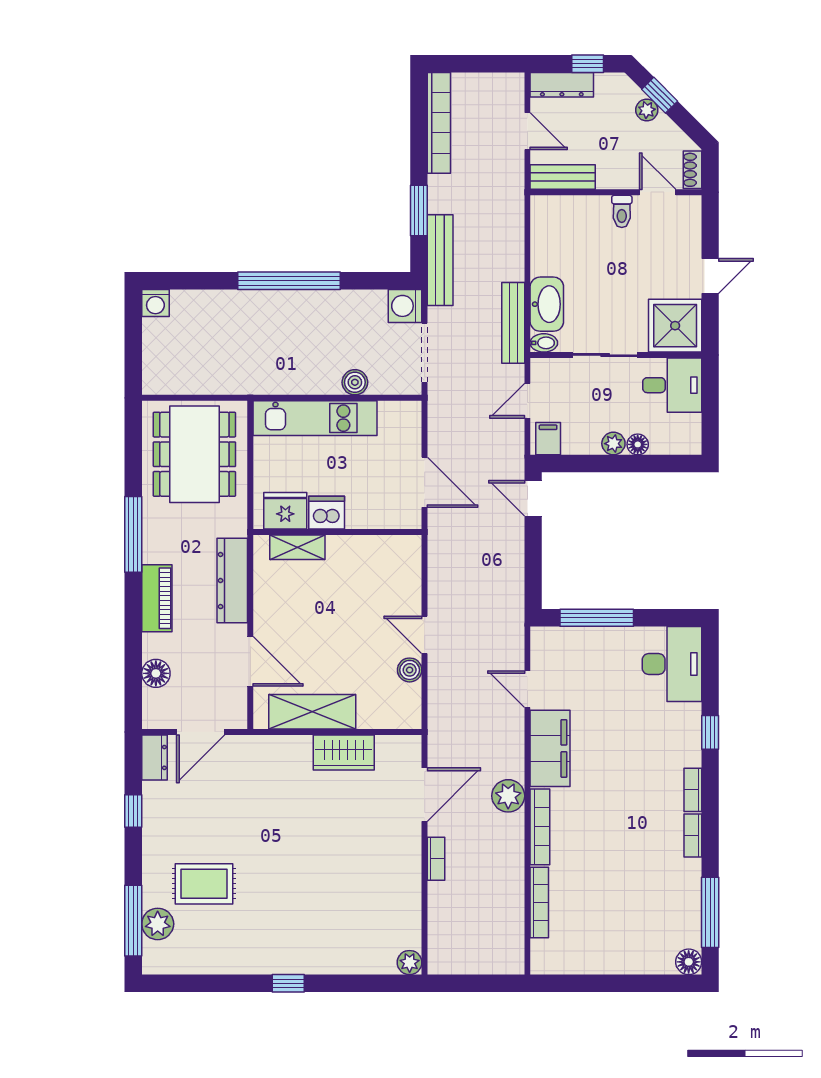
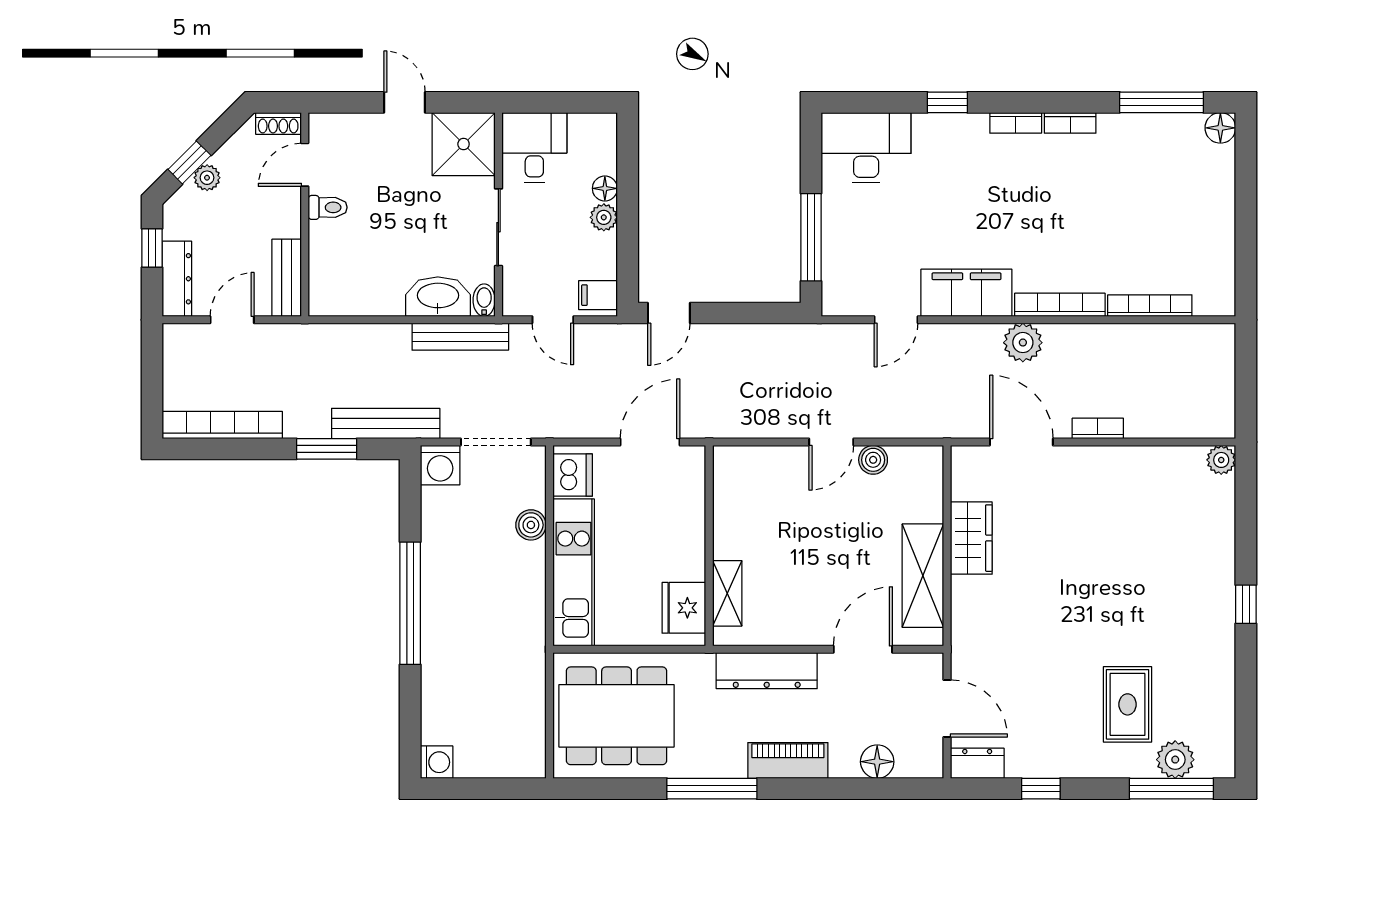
dishwasher: (327, 513) -> (573, 475), moved, turned 180

